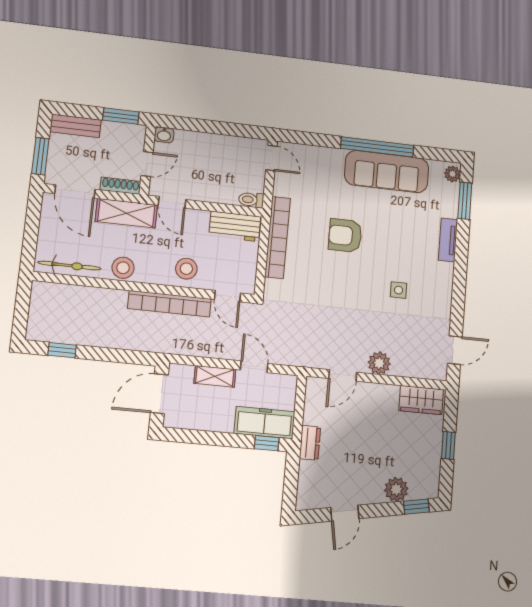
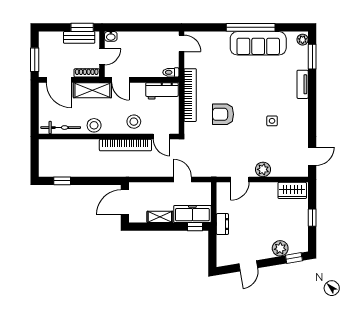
bench: (76, 126) -> (79, 37), moved
armchair: (345, 236) -> (223, 114), moved
shelving: (215, 376) -> (160, 217), moved

